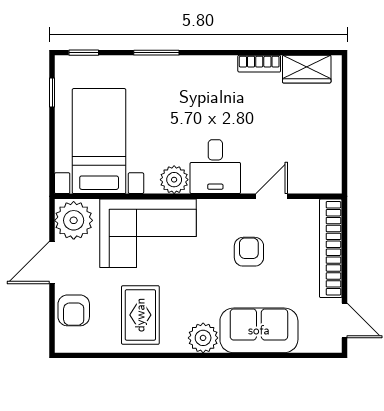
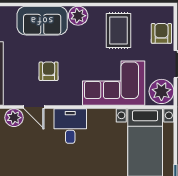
plant: (174, 180) -> (14, 118), moved
door: (272, 196) -> (34, 107), hinge flipped
armchair: (249, 252) -> (49, 71), turned 180

